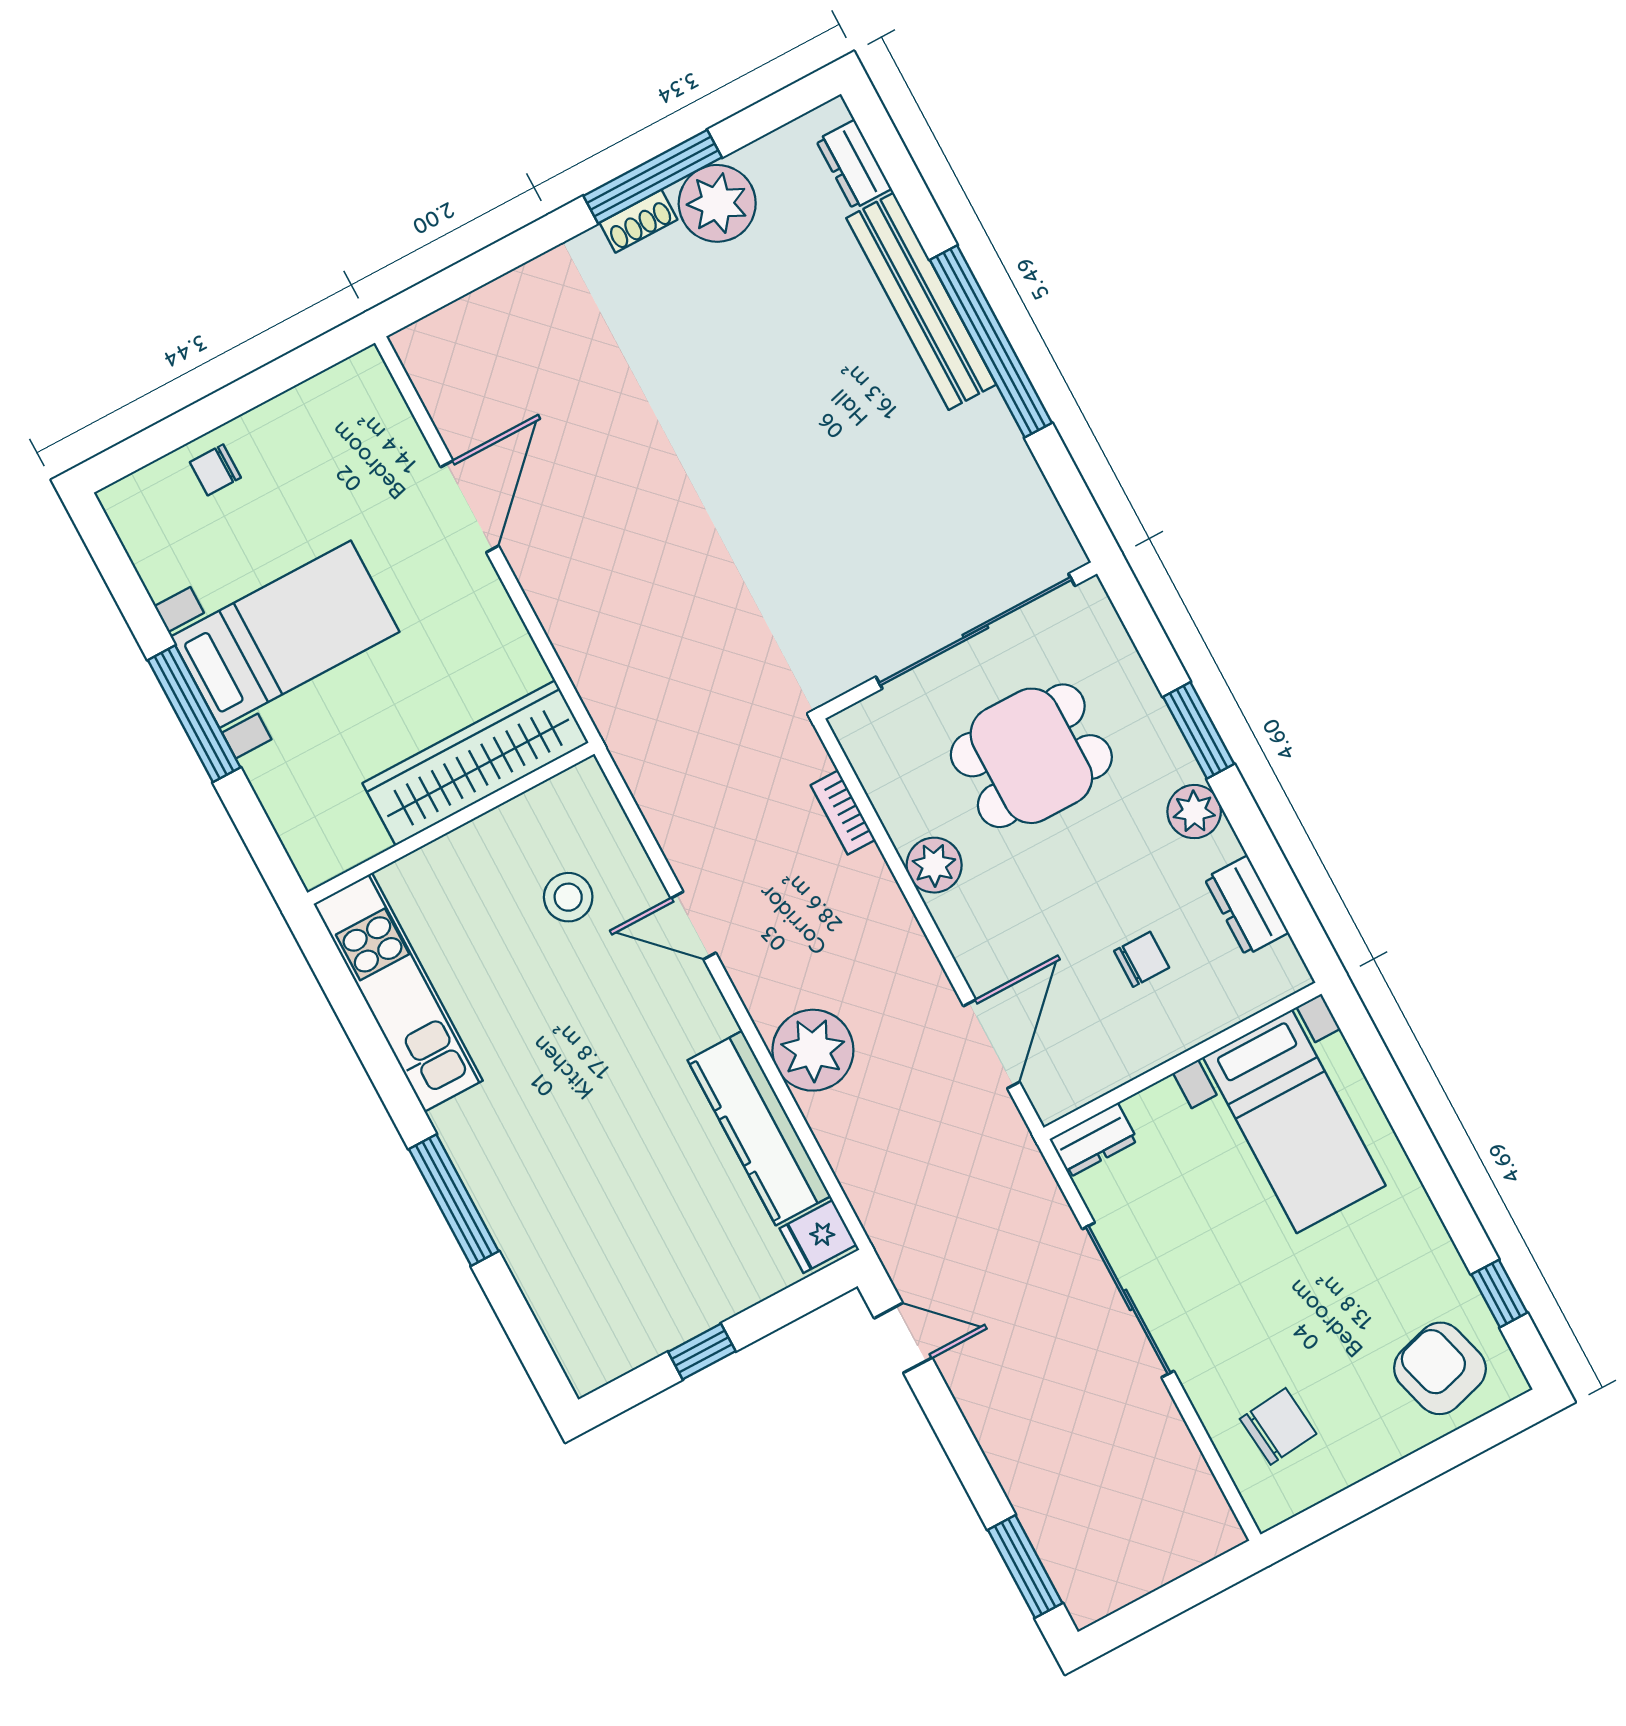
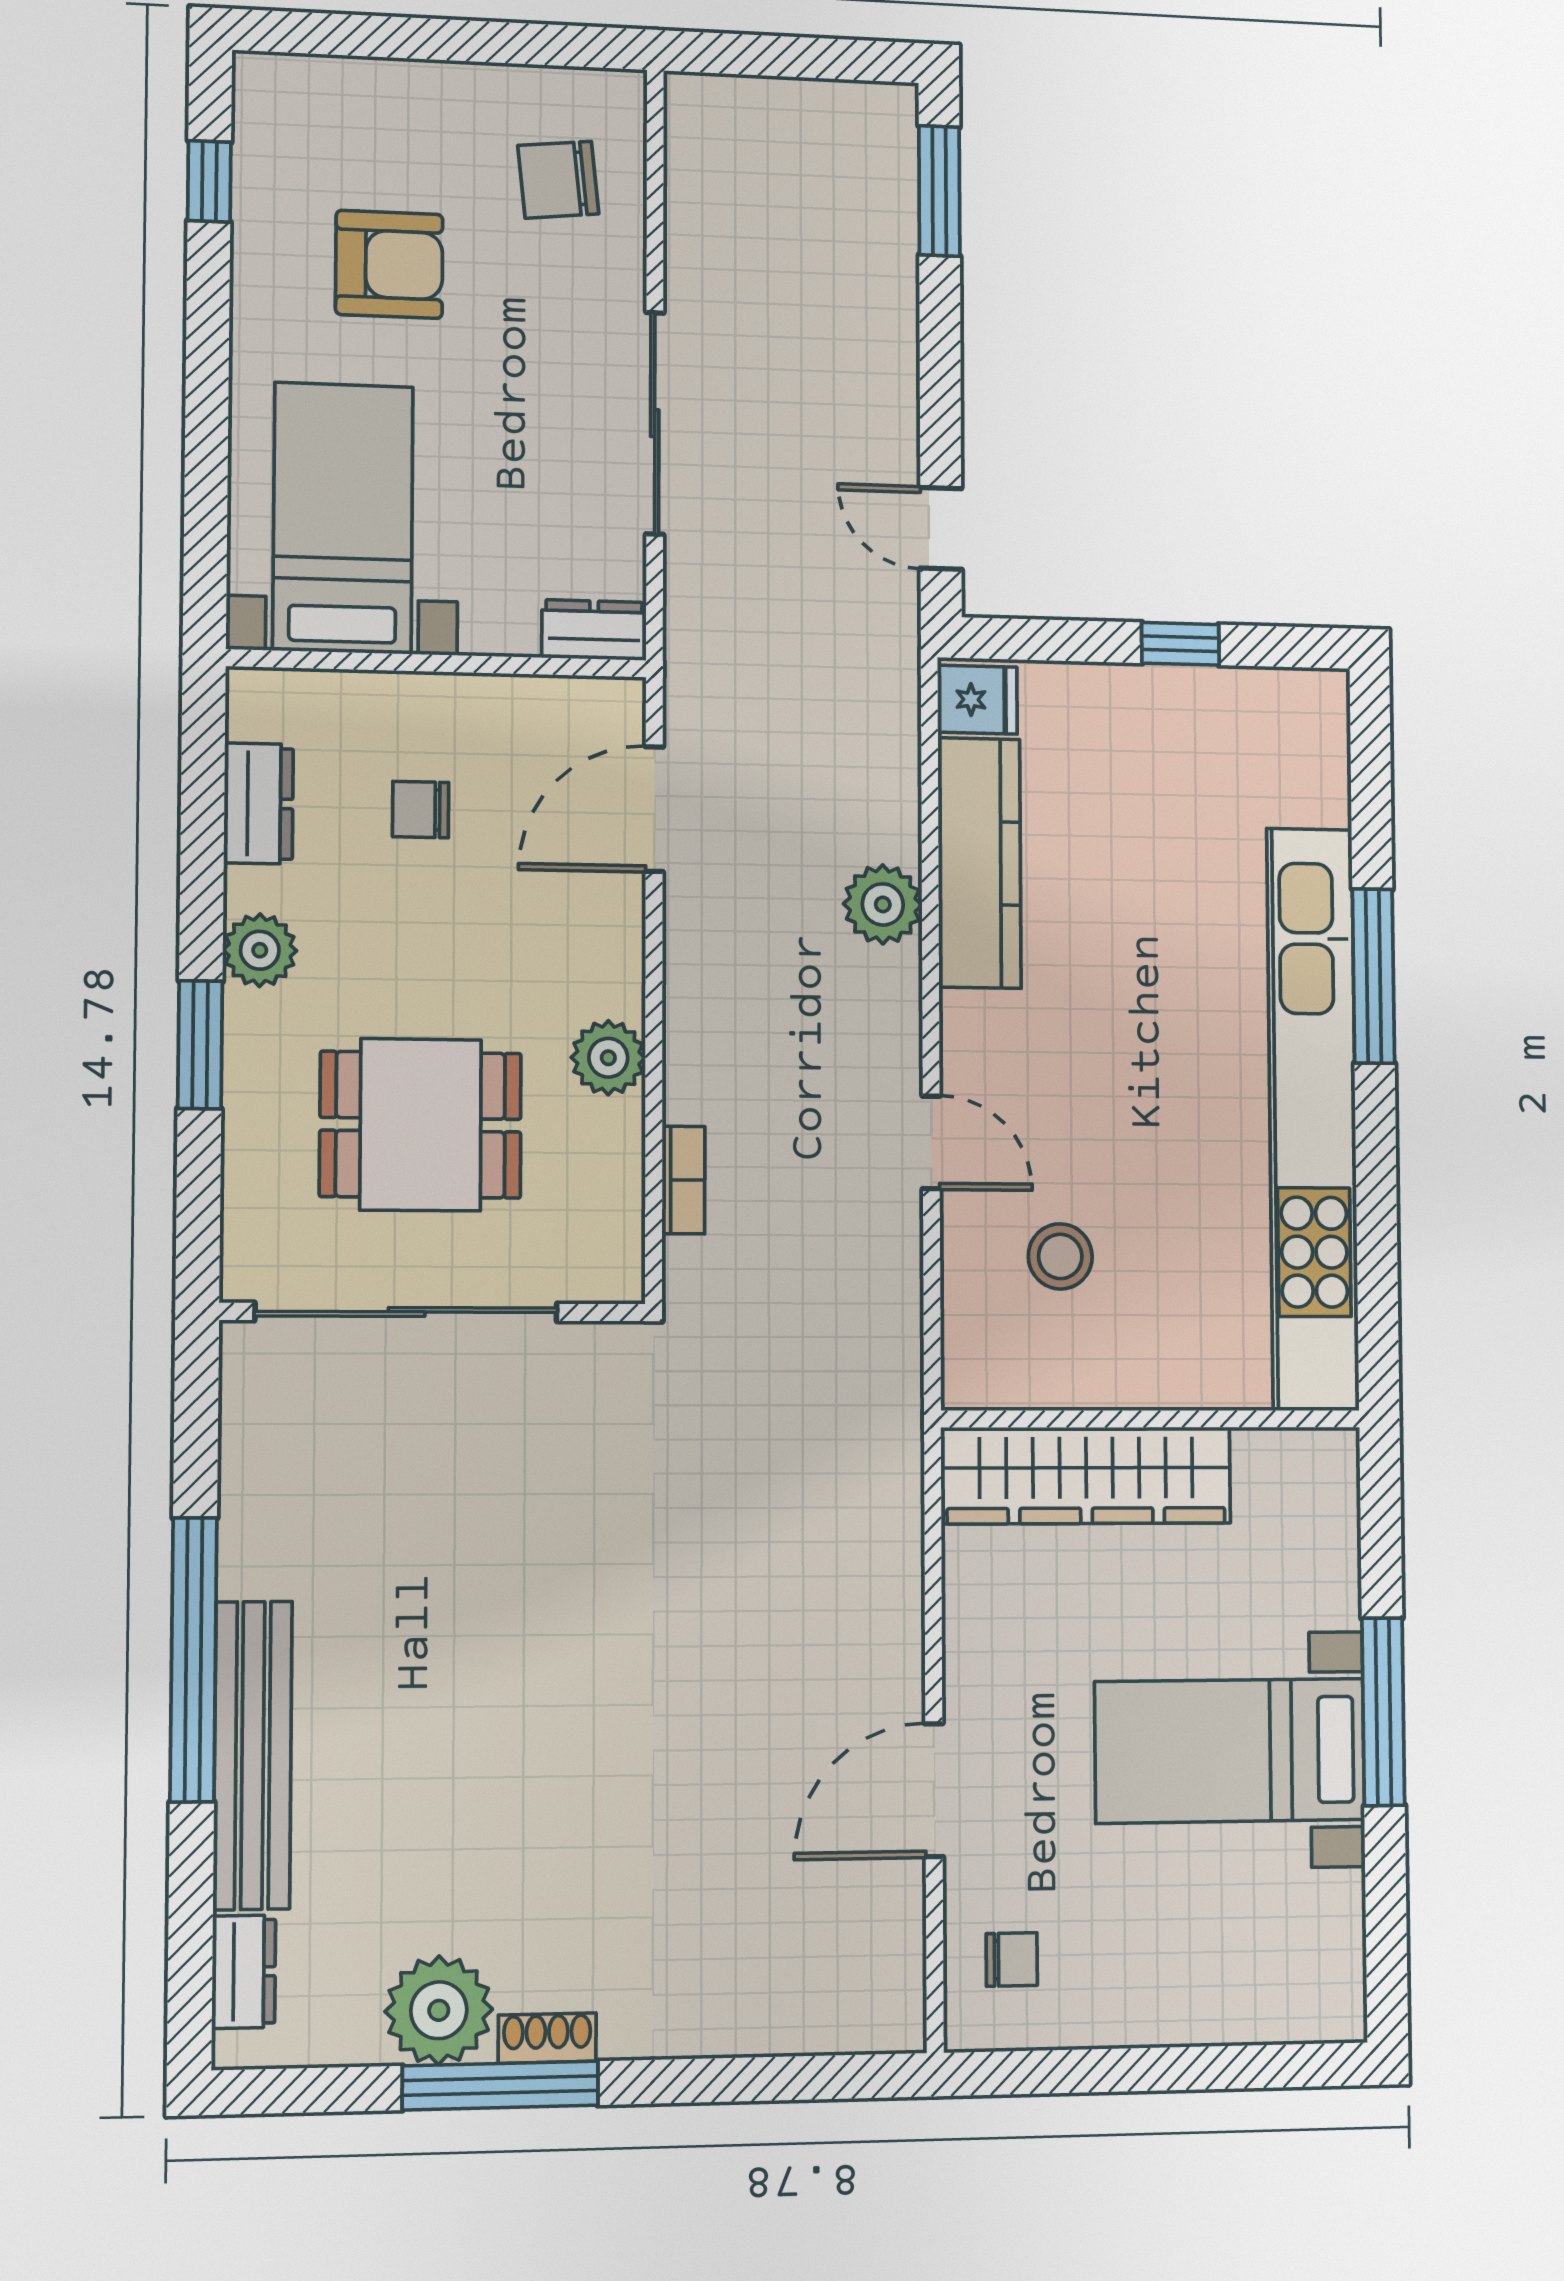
chair: (215, 470) -> (1012, 1960), moved
kitchen unit: (398, 992) -> (1313, 1118), width x1.86
plant: (813, 1050) -> (883, 904), width x0.73, depth x0.73
armchair: (1440, 1368) -> (389, 264), moved, turned -74

